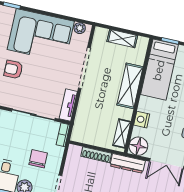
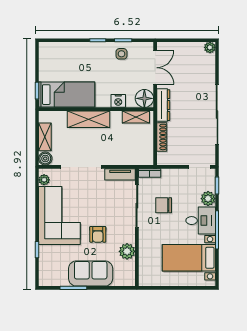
boiler: (101, 34) -> (45, 159), added
chair: (38, 159) -> (164, 205), moved

